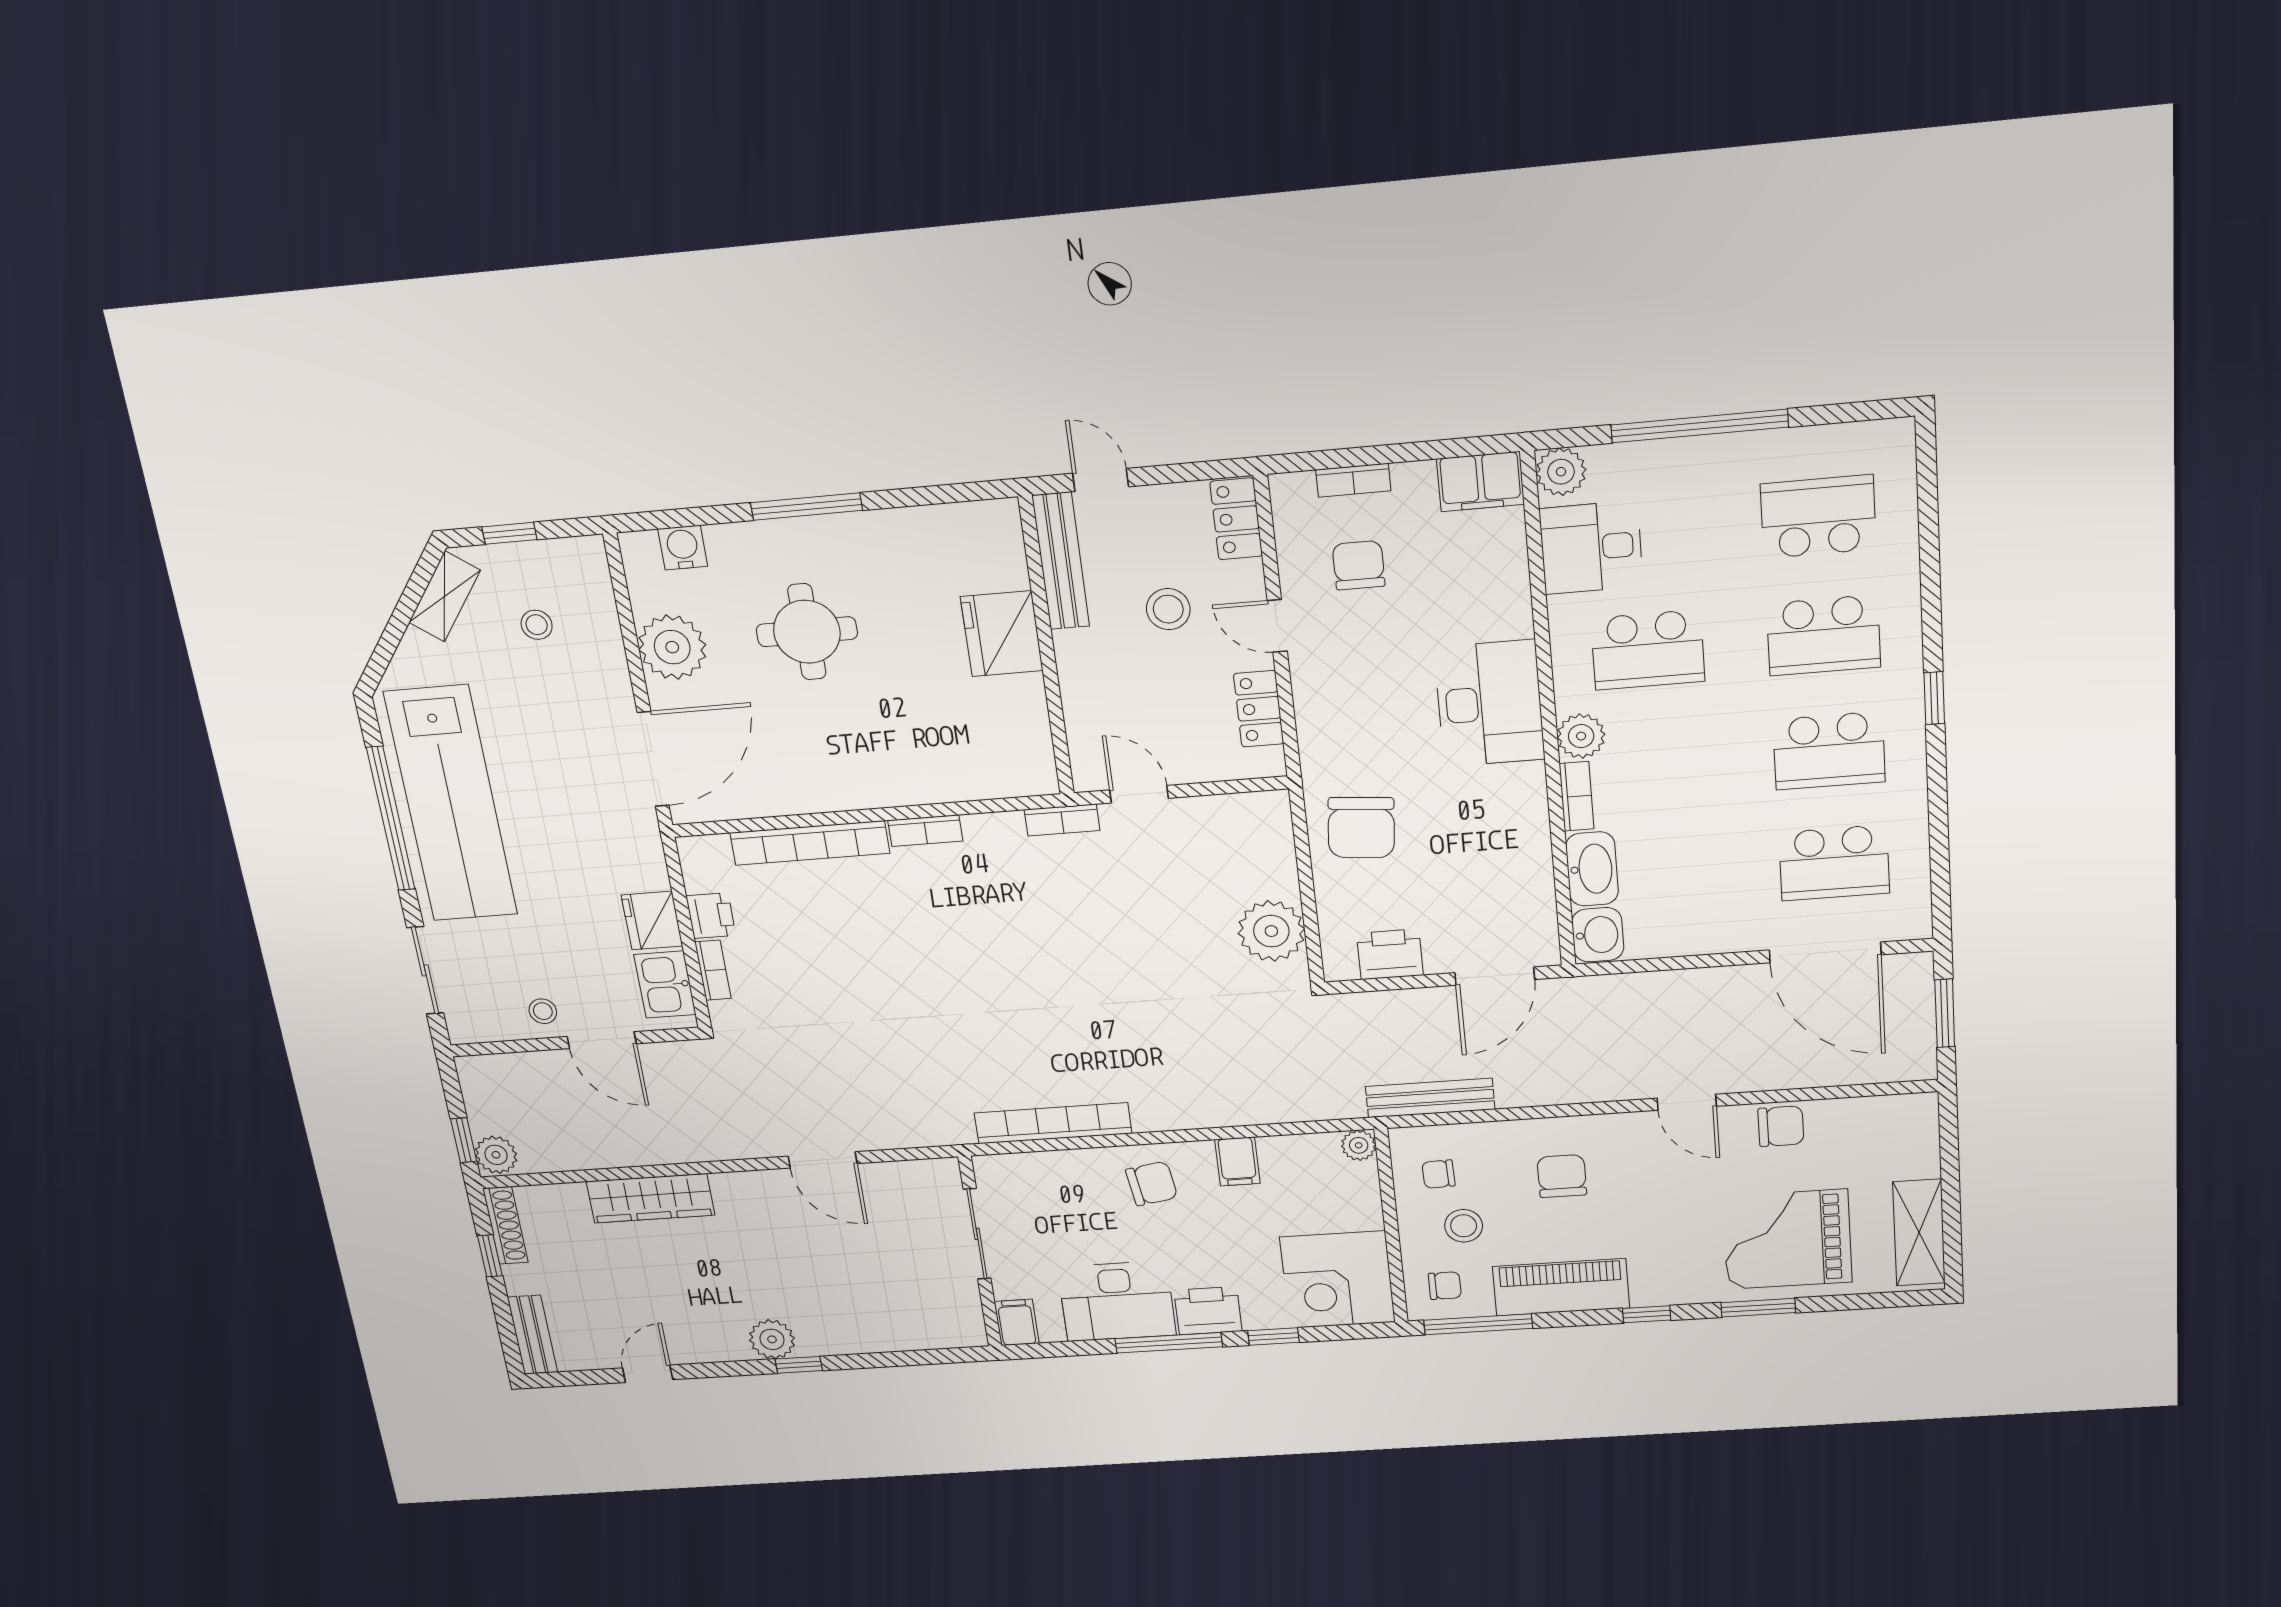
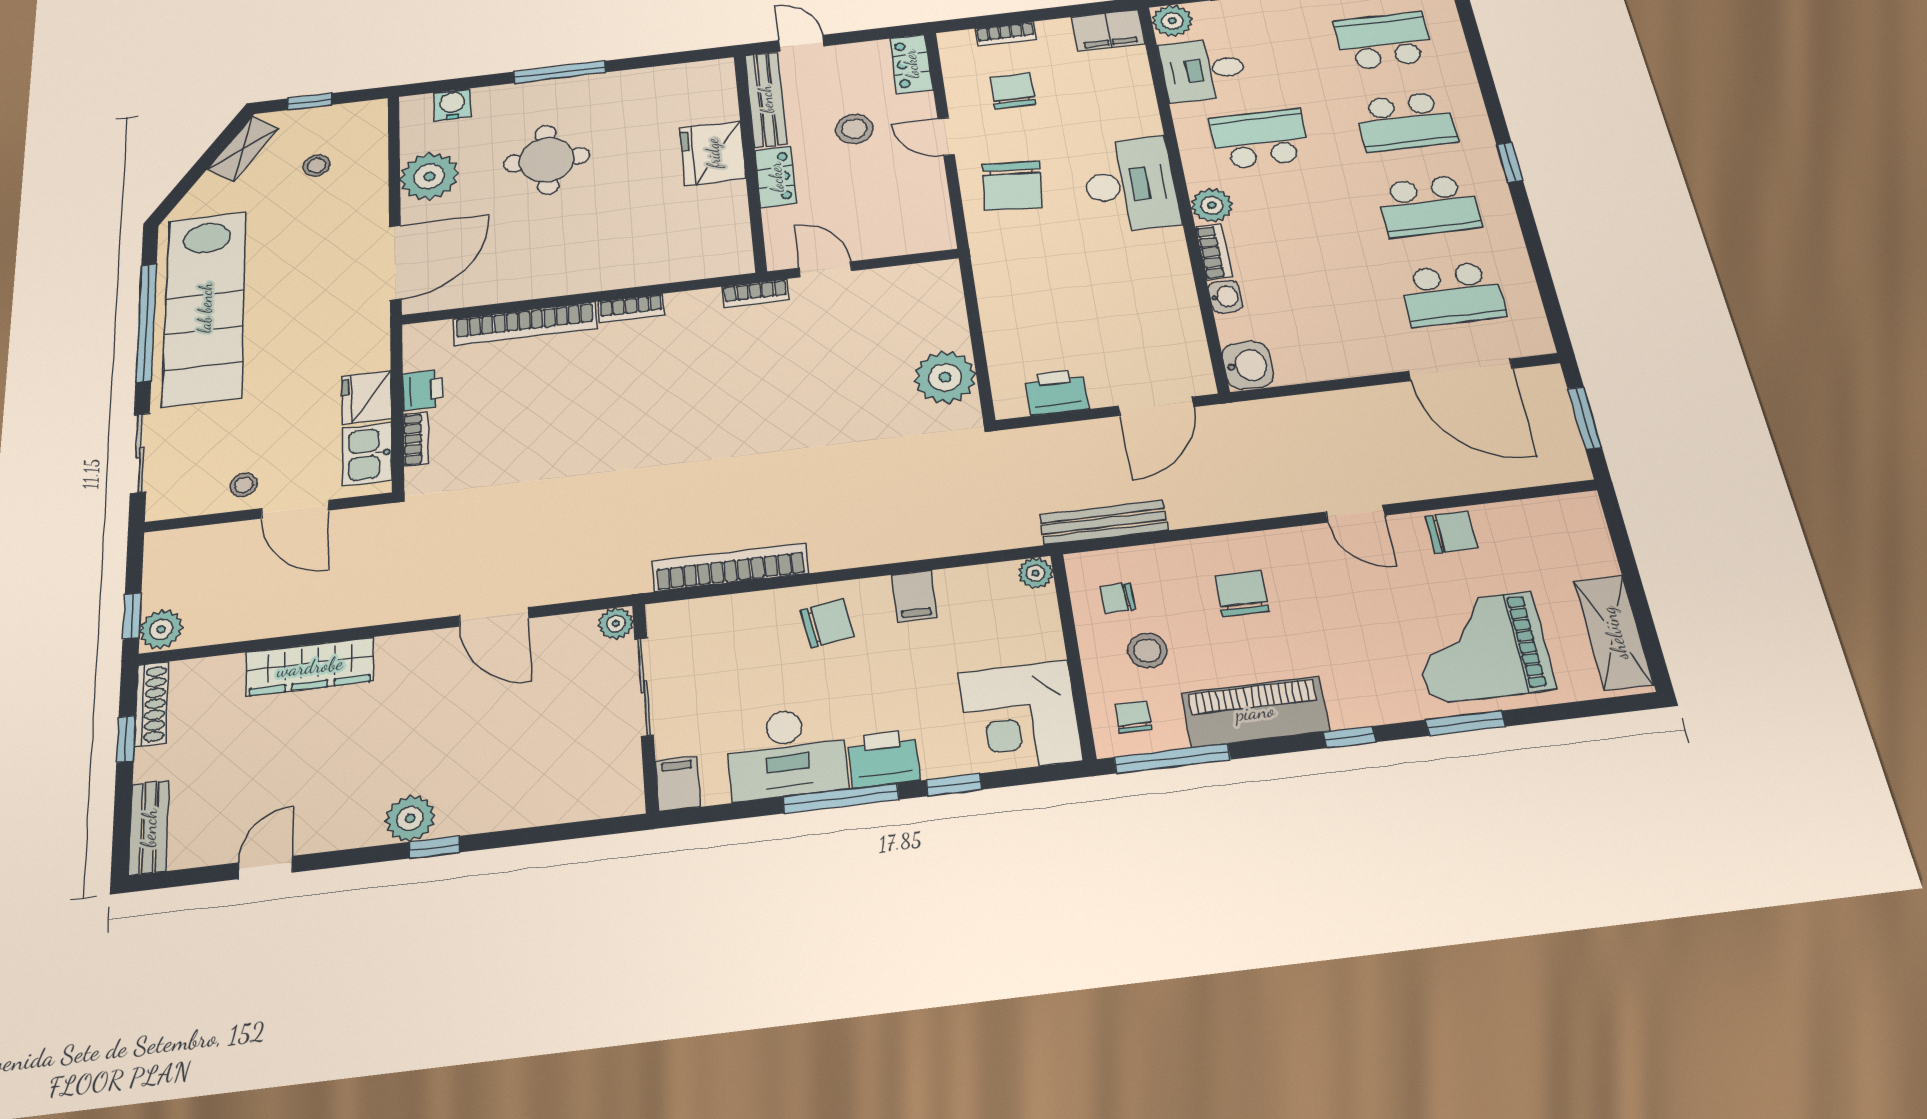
school desk: (1648, 650) -> (1260, 139), turned 180
locker: (1259, 709) -> (776, 177), moved, turned 180
chair: (1361, 828) -> (1012, 186), moved
washbasin: (1592, 869) -> (1225, 297), width x0.52, depth x0.69
plant: (944, 1173) -> (616, 624), added
chair: (1445, 1286) -> (1133, 717), turned -90

